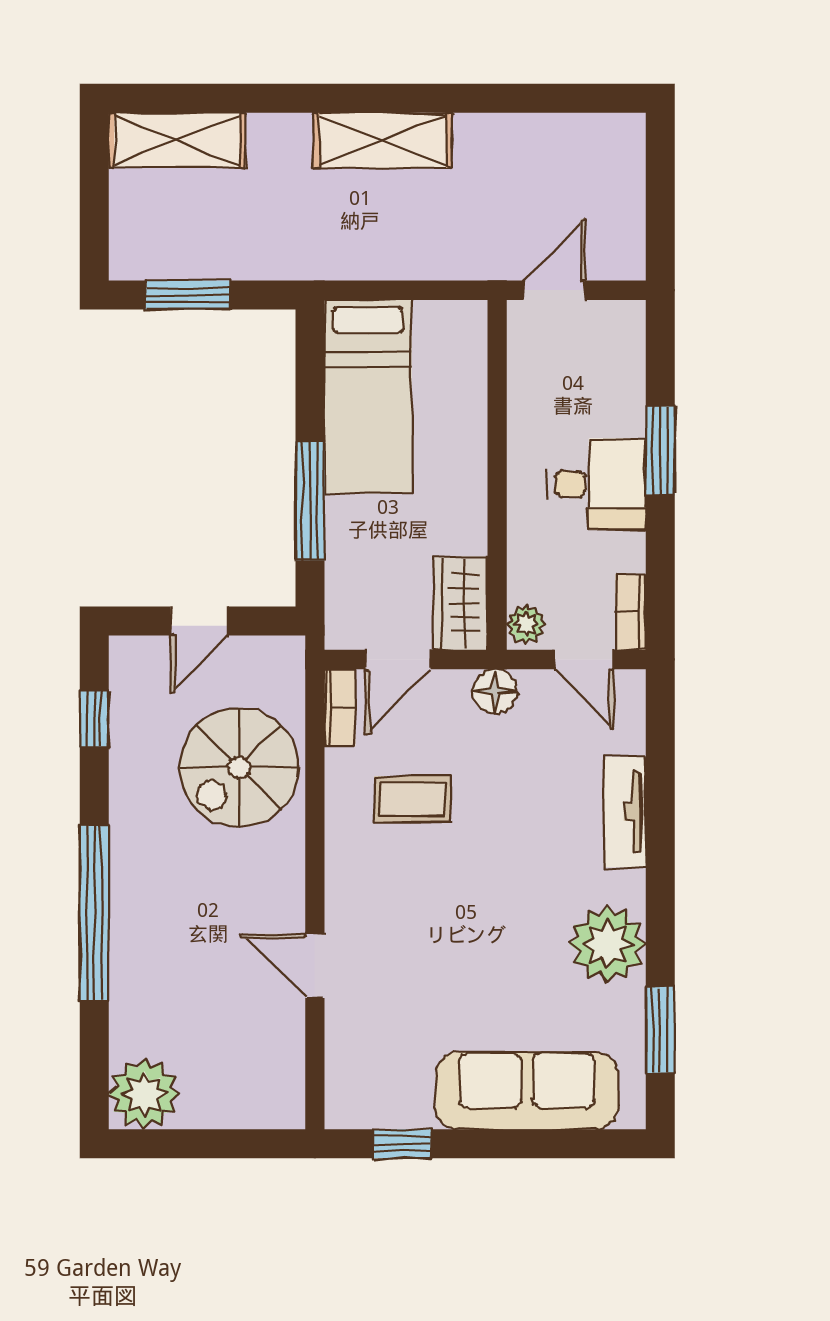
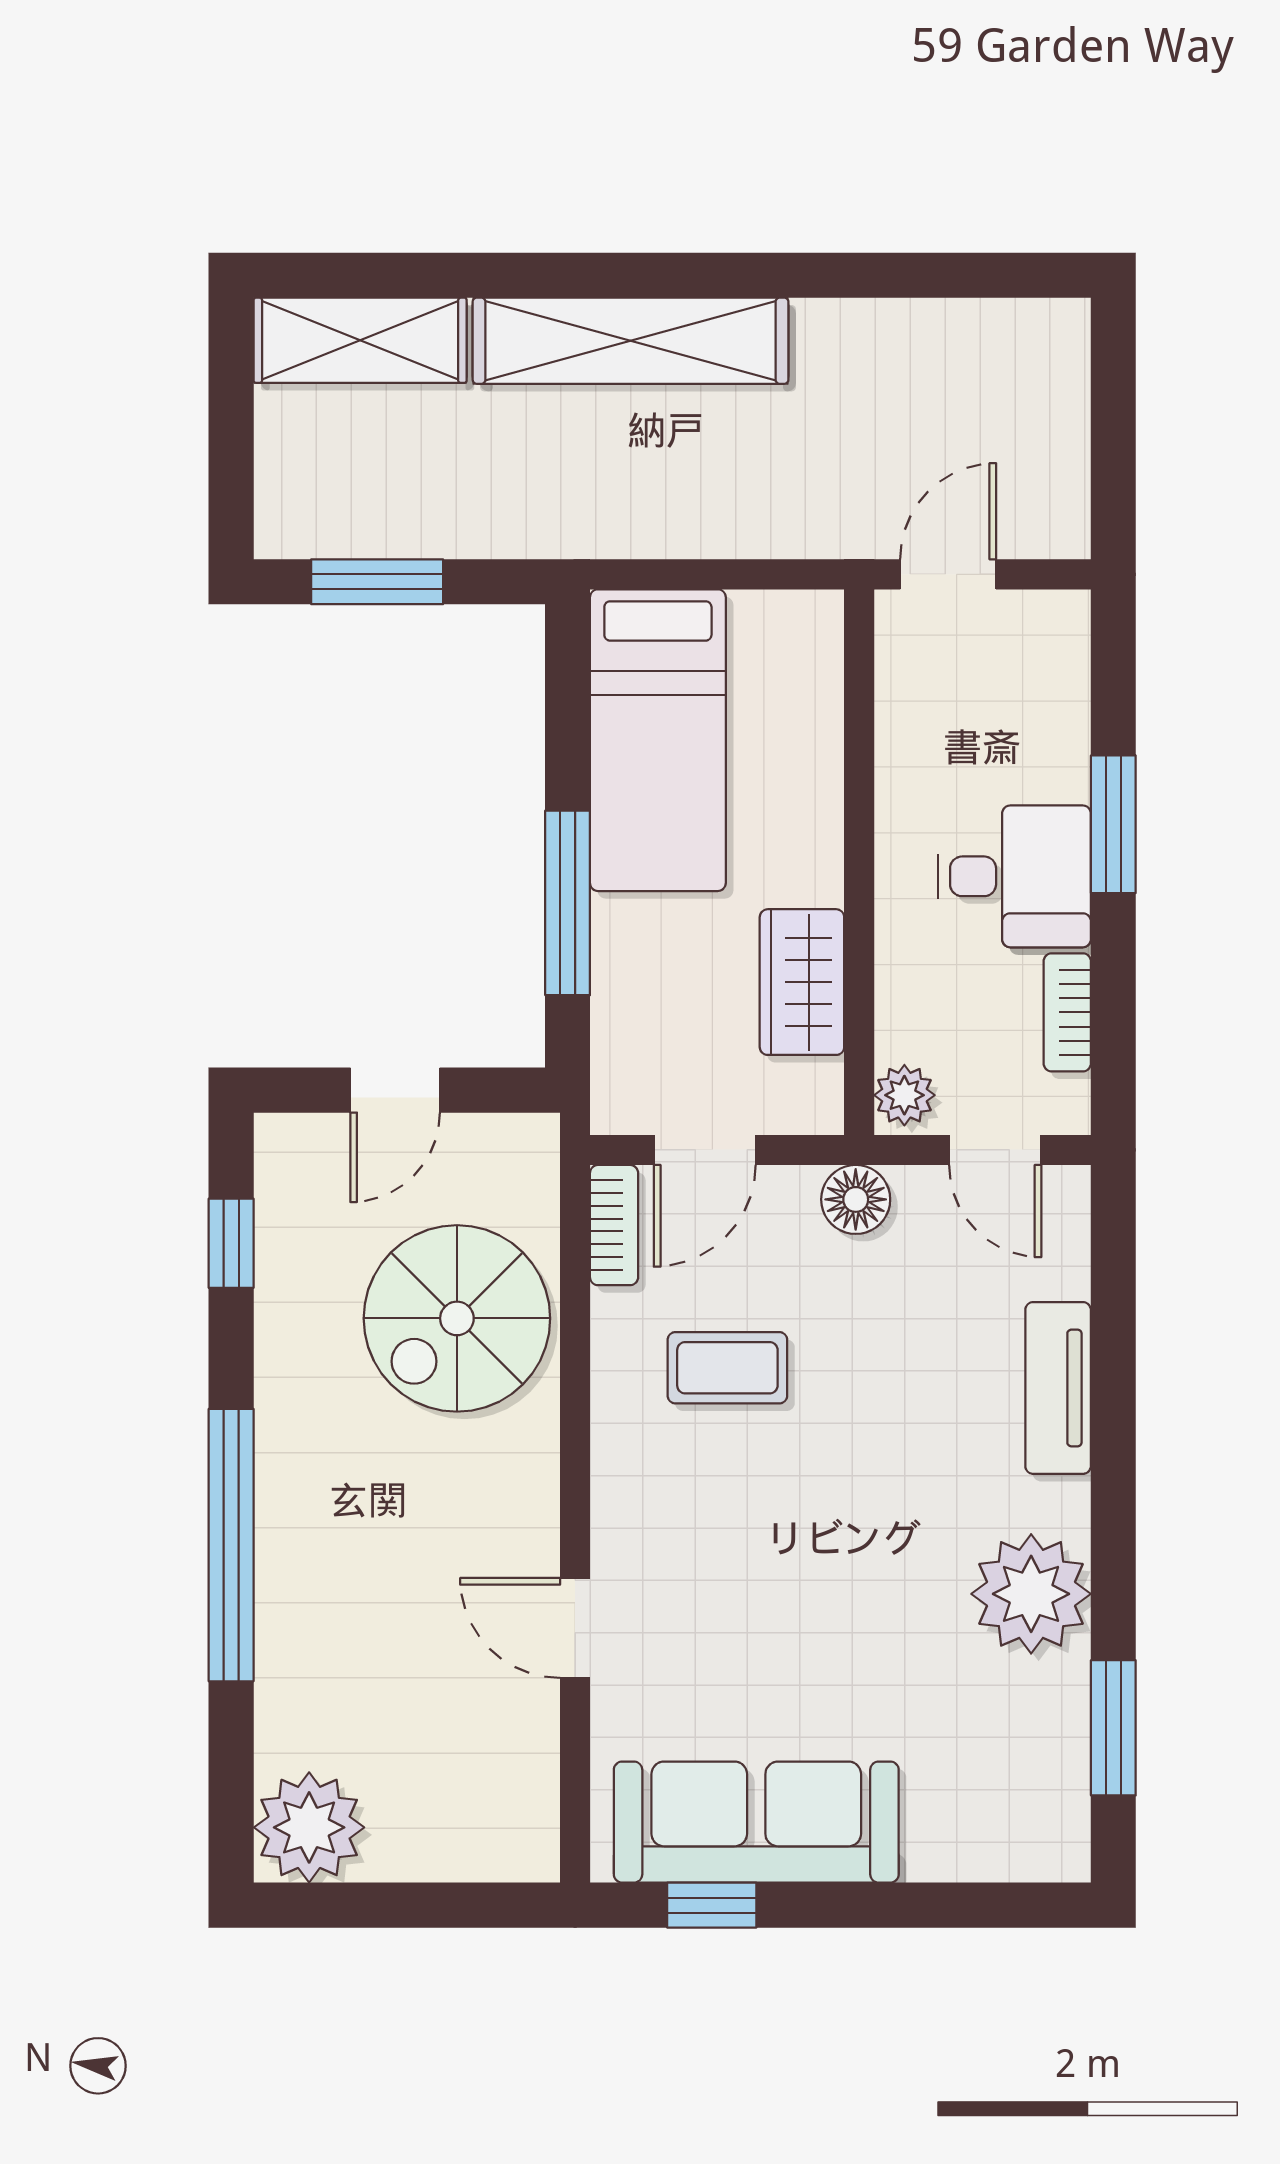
shelving: (383, 140) -> (631, 341), width x1.47
wardrobe: (460, 603) -> (802, 982), moved
bookcase: (631, 612) -> (1067, 1012), moved
sofa: (527, 1091) -> (756, 1822), moved

